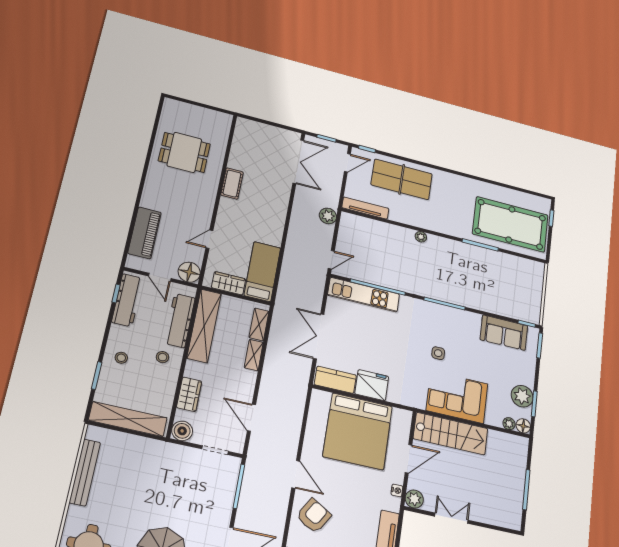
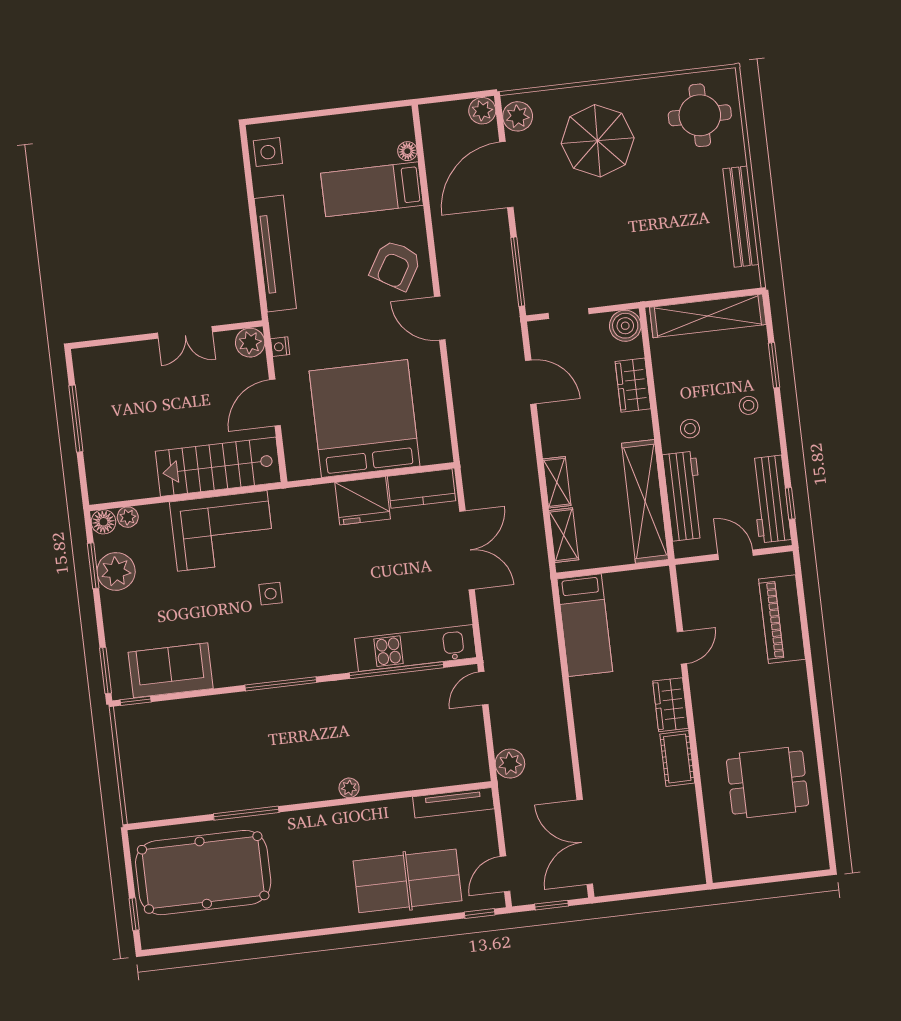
floor lamp: (189, 272) -> (695, 580), removed
wardrobe: (229, 283) -> (671, 705), moved, turned 90

